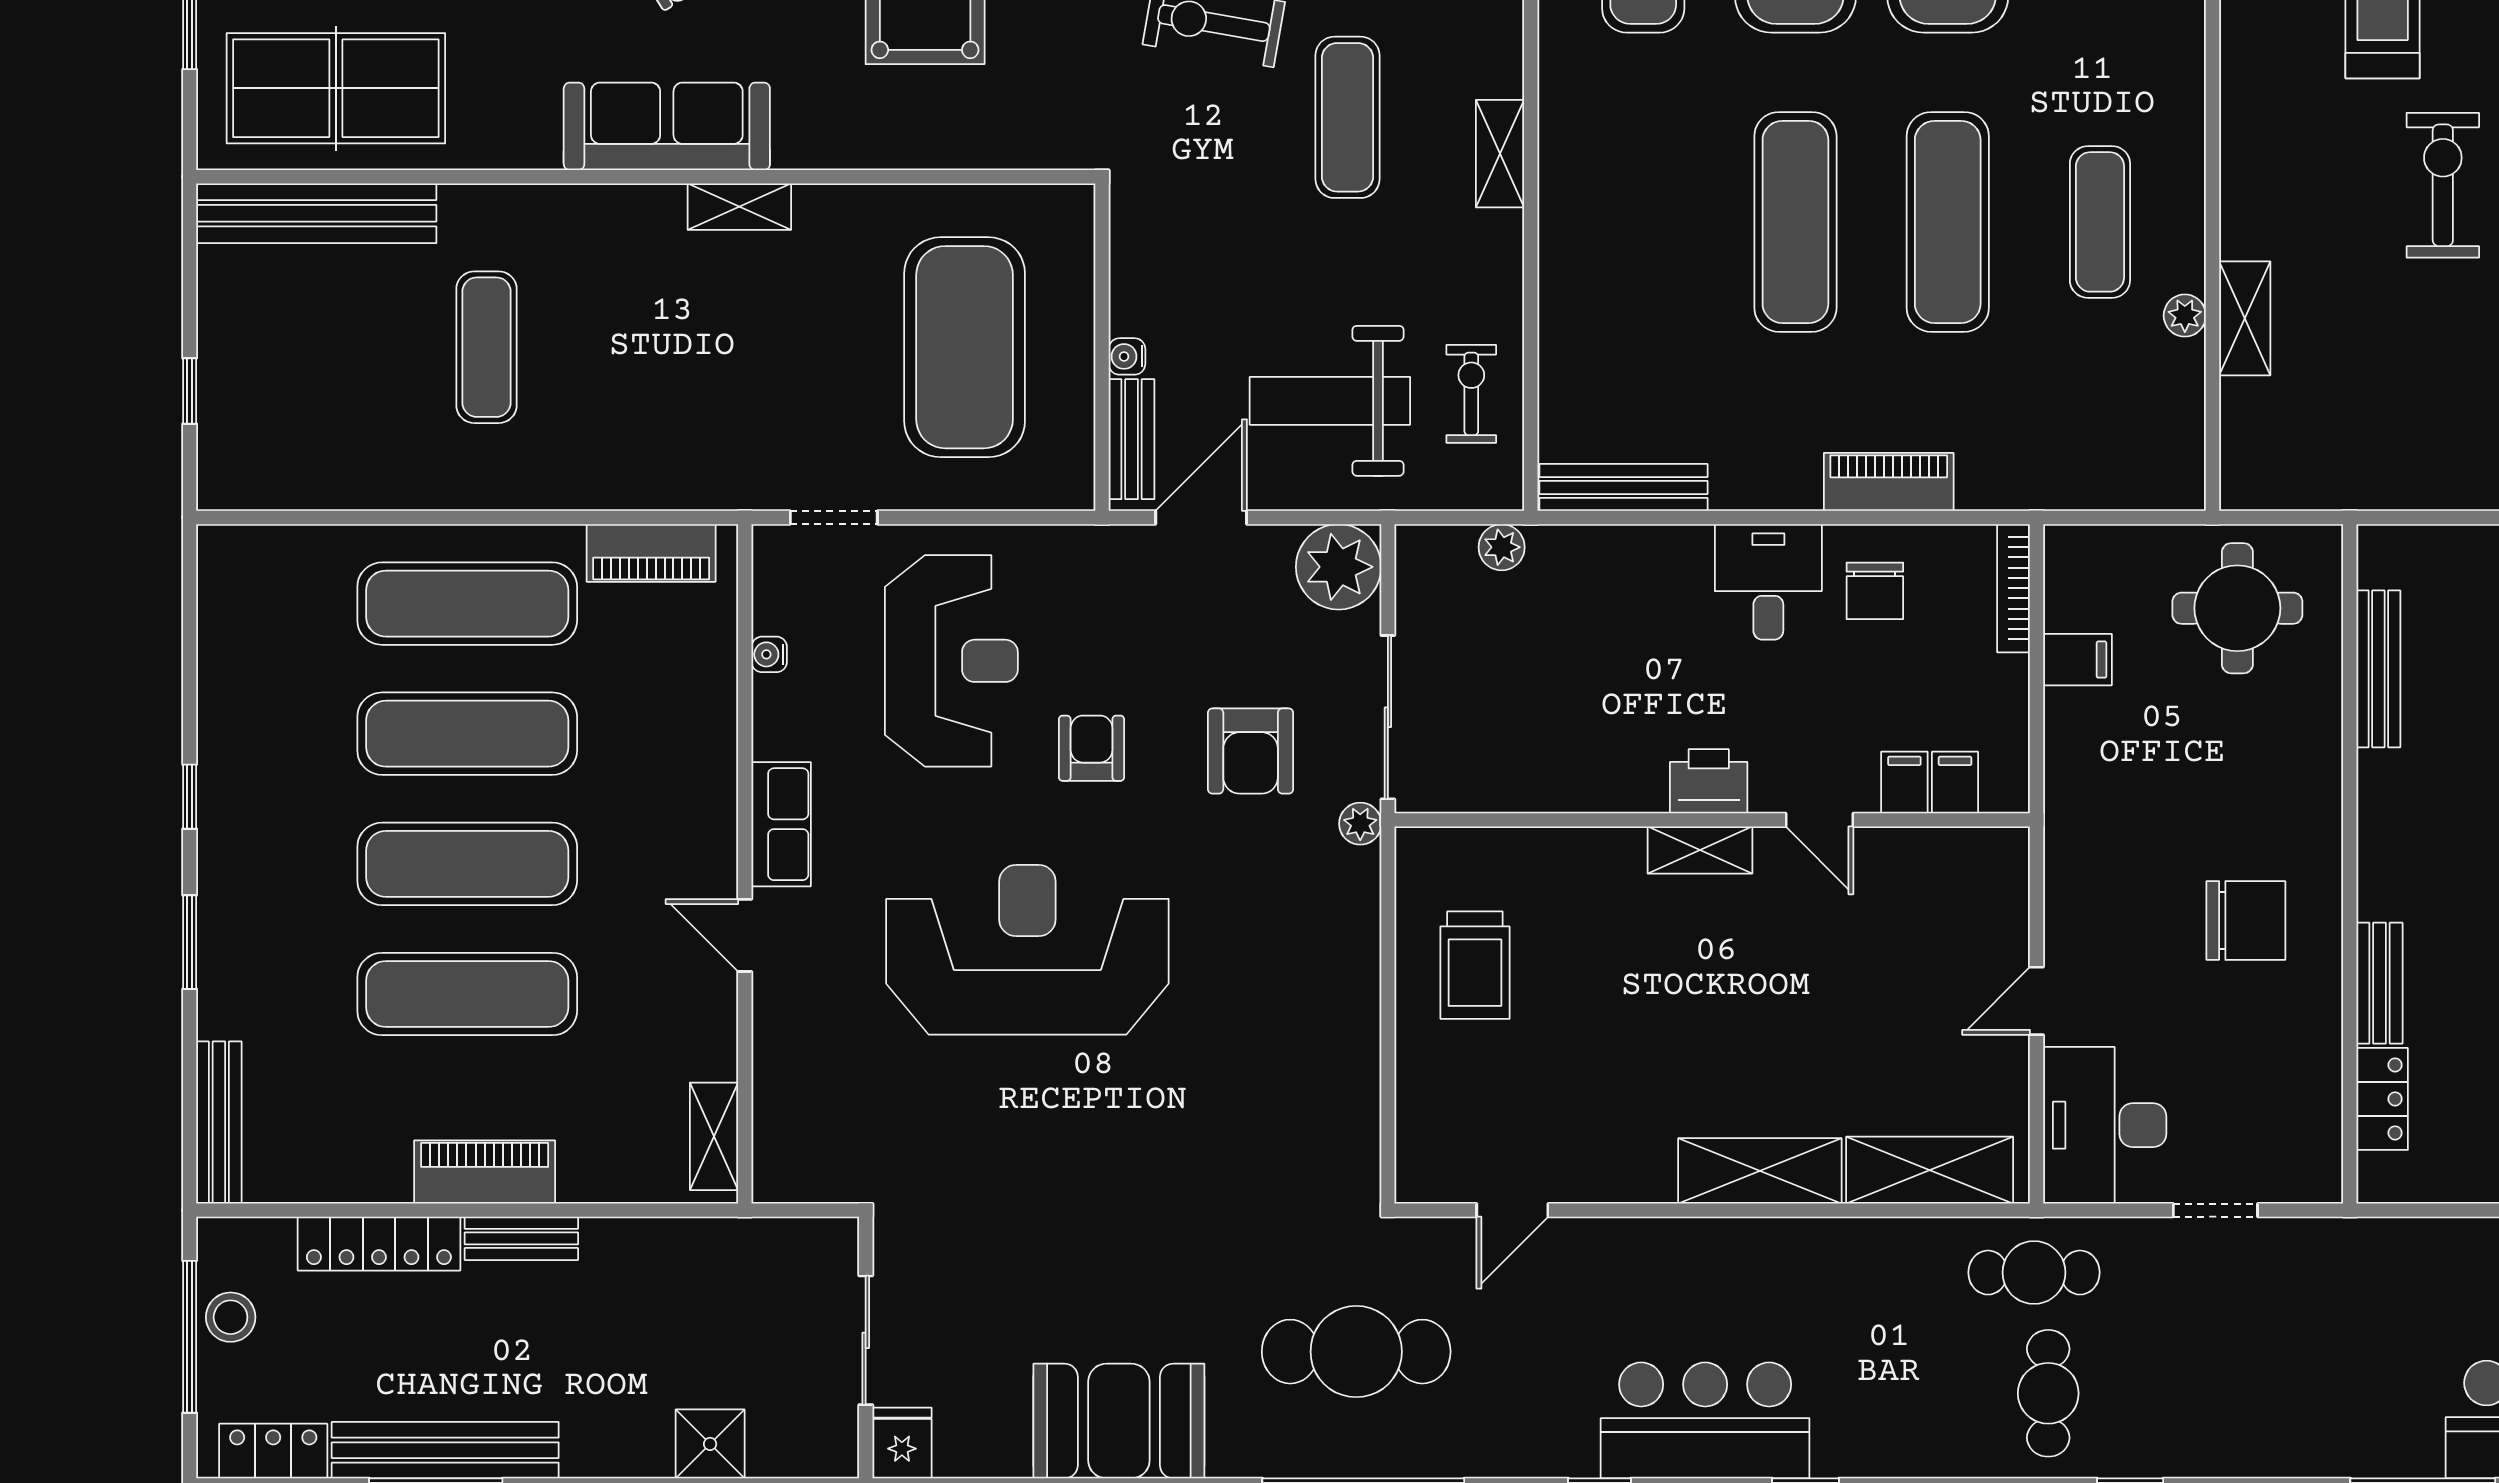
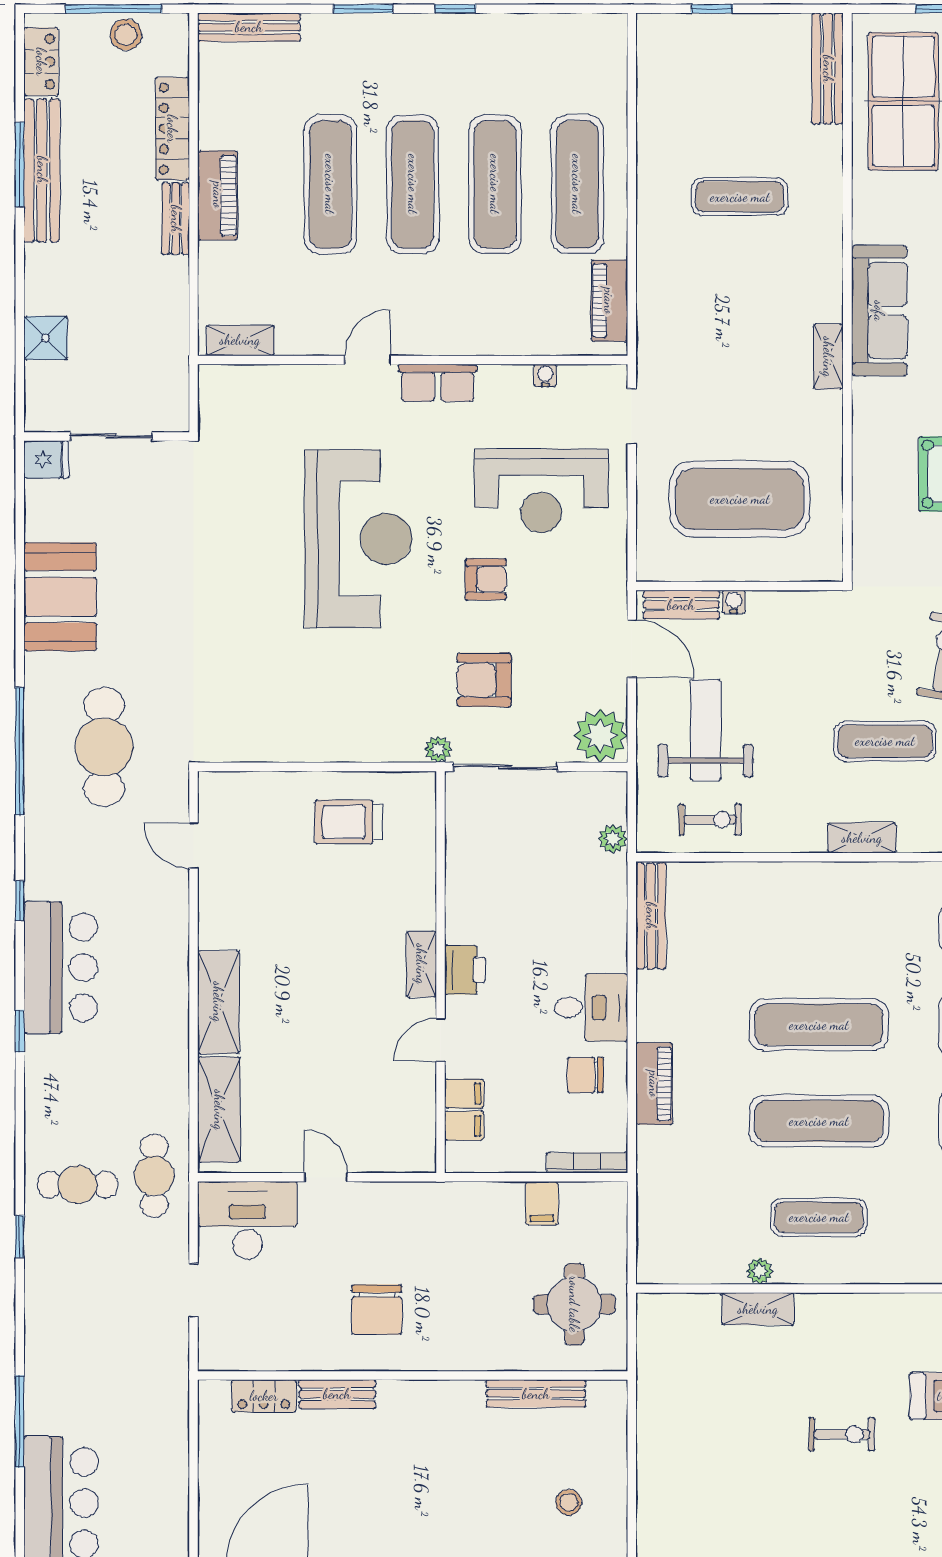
exercise bike: (2443, 185) -> (842, 1434), width x0.73, depth x0.72
bench: (316, 213) -> (828, 69), width x0.73, depth x0.82

